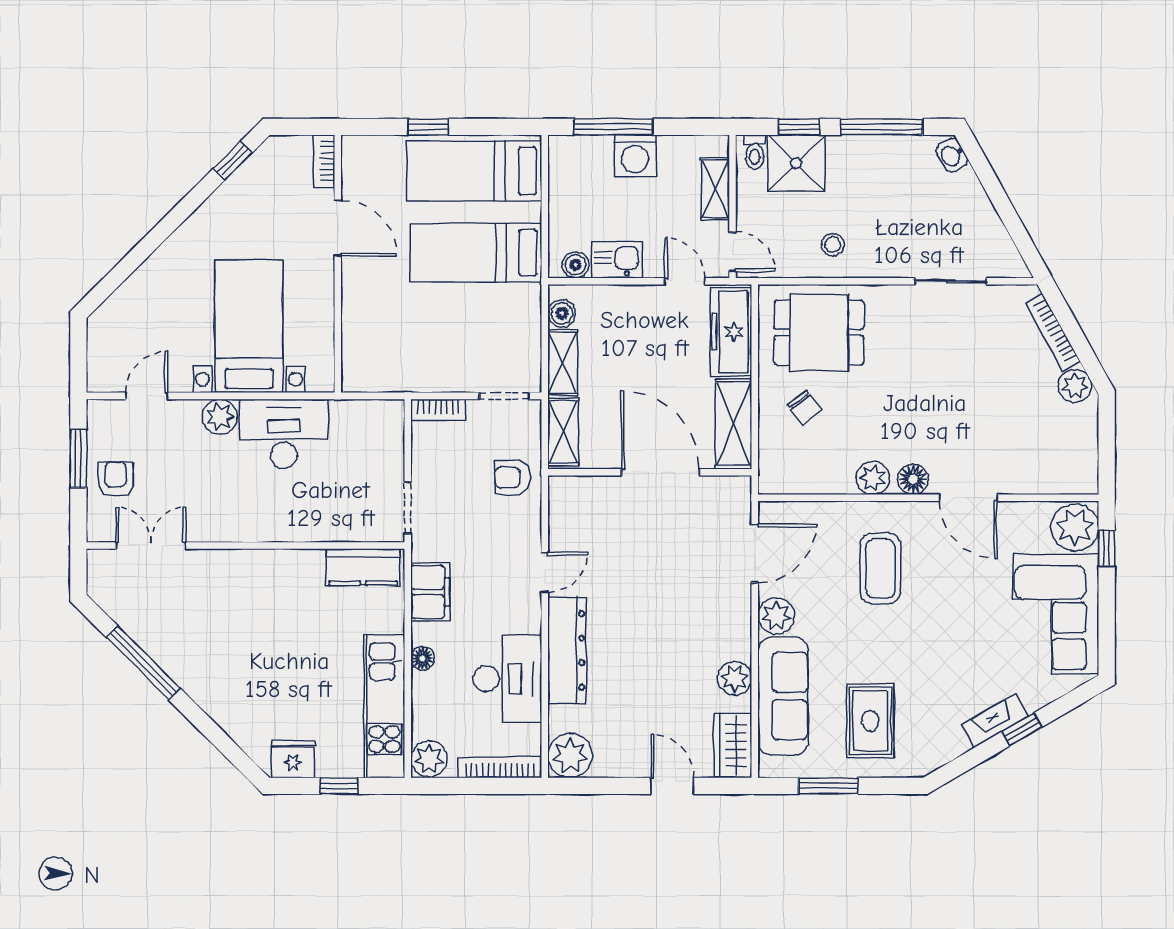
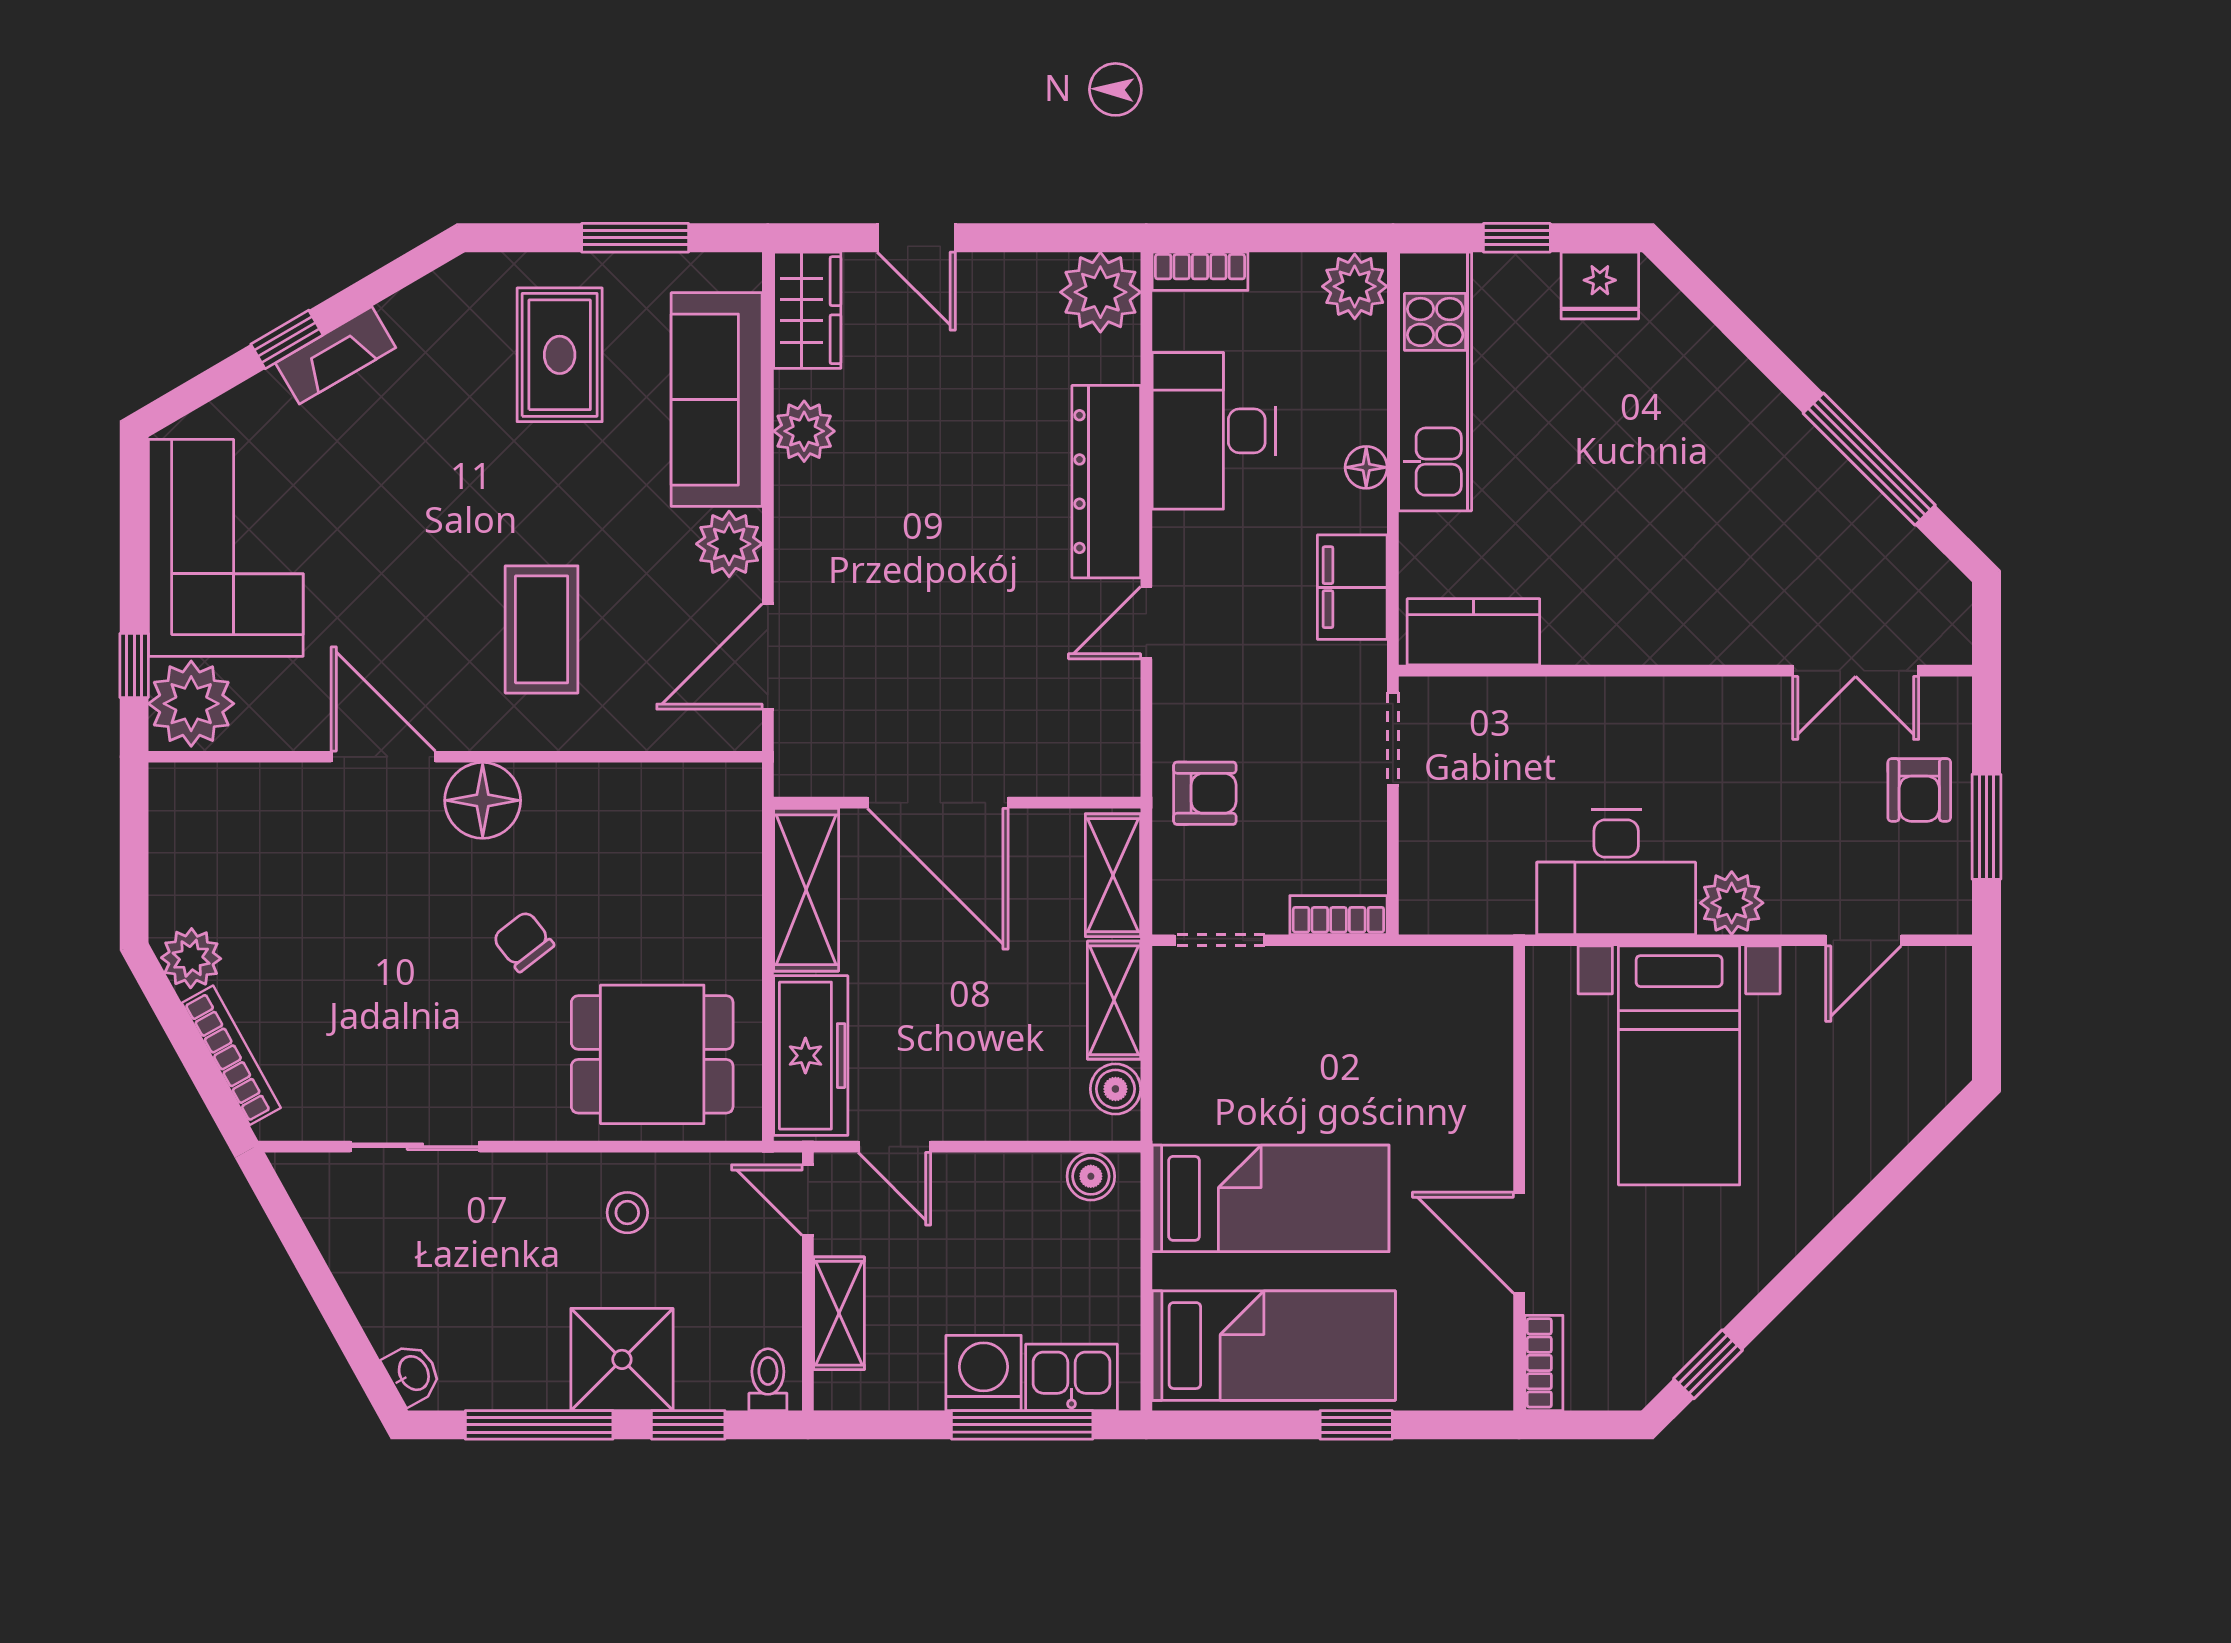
shower: (796, 163) -> (622, 1359), moved
kitchen sink: (617, 260) -> (1072, 1377), moved, turned 180
chair: (804, 408) -> (523, 941), moved
plant: (873, 478) -> (555, 792), removed
floor lamp: (913, 479) -> (483, 800), width x1.38, depth x1.38
bookcase: (500, 767) -> (1200, 271), width x0.64

